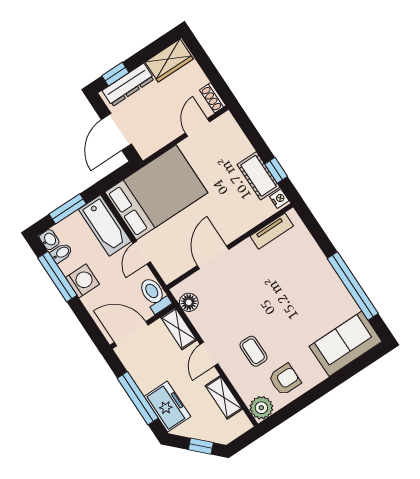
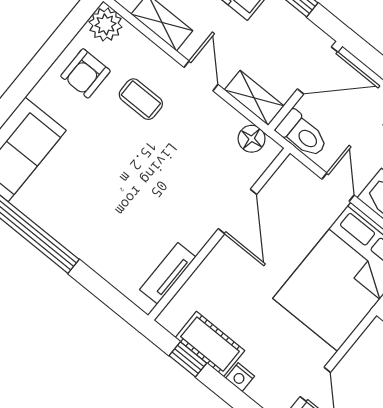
nightstand: (279, 199) -> (240, 377), moved

